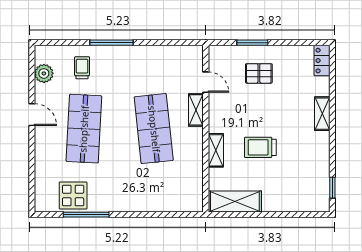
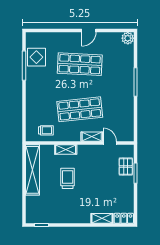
trolley: (82, 68) -> (46, 130), moved
plant: (44, 73) -> (128, 38), moved
pallet: (259, 73) -> (126, 167), moved
door: (206, 82) -> (110, 143), swing flipped
shelving: (322, 114) -> (102, 218), moved
shelving: (235, 202) -> (33, 170), width x1.47

